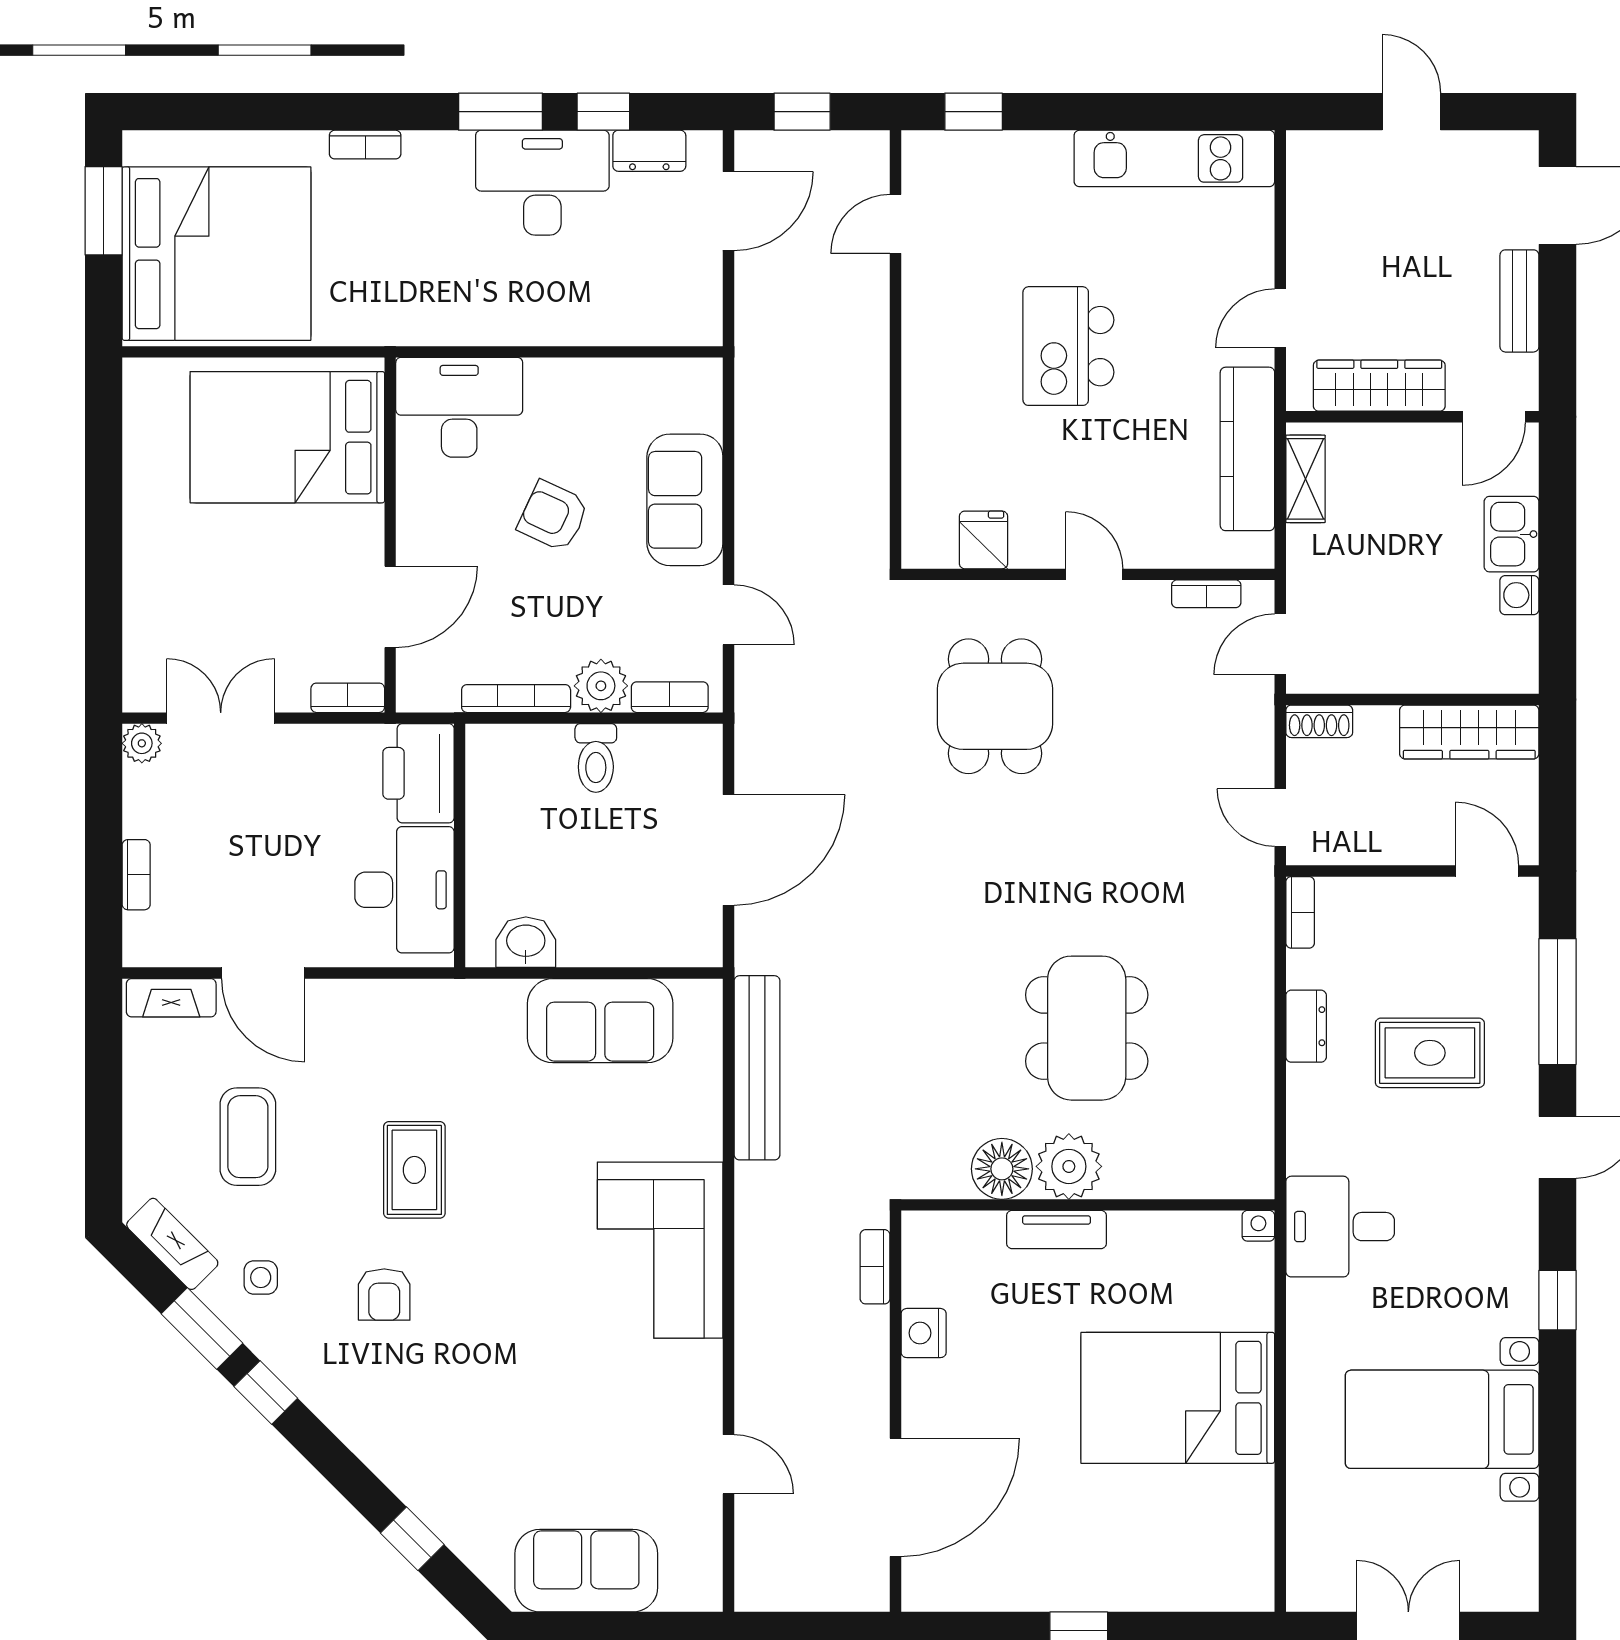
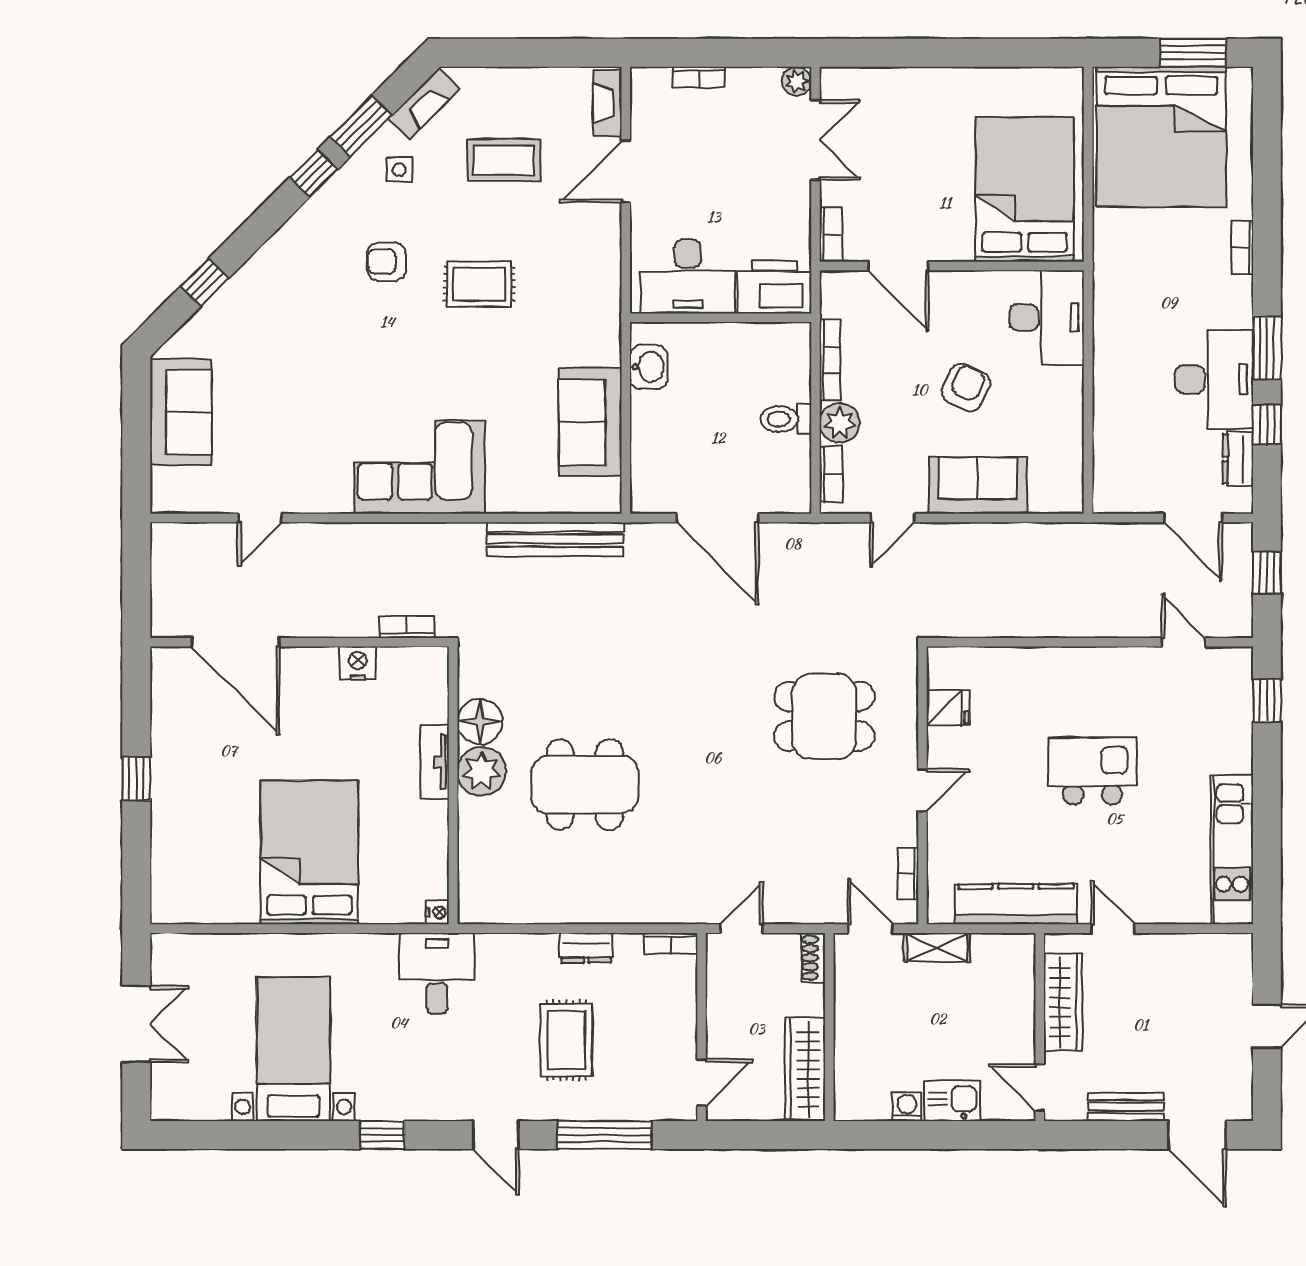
shelving: (1306, 479) -> (937, 947), moved

